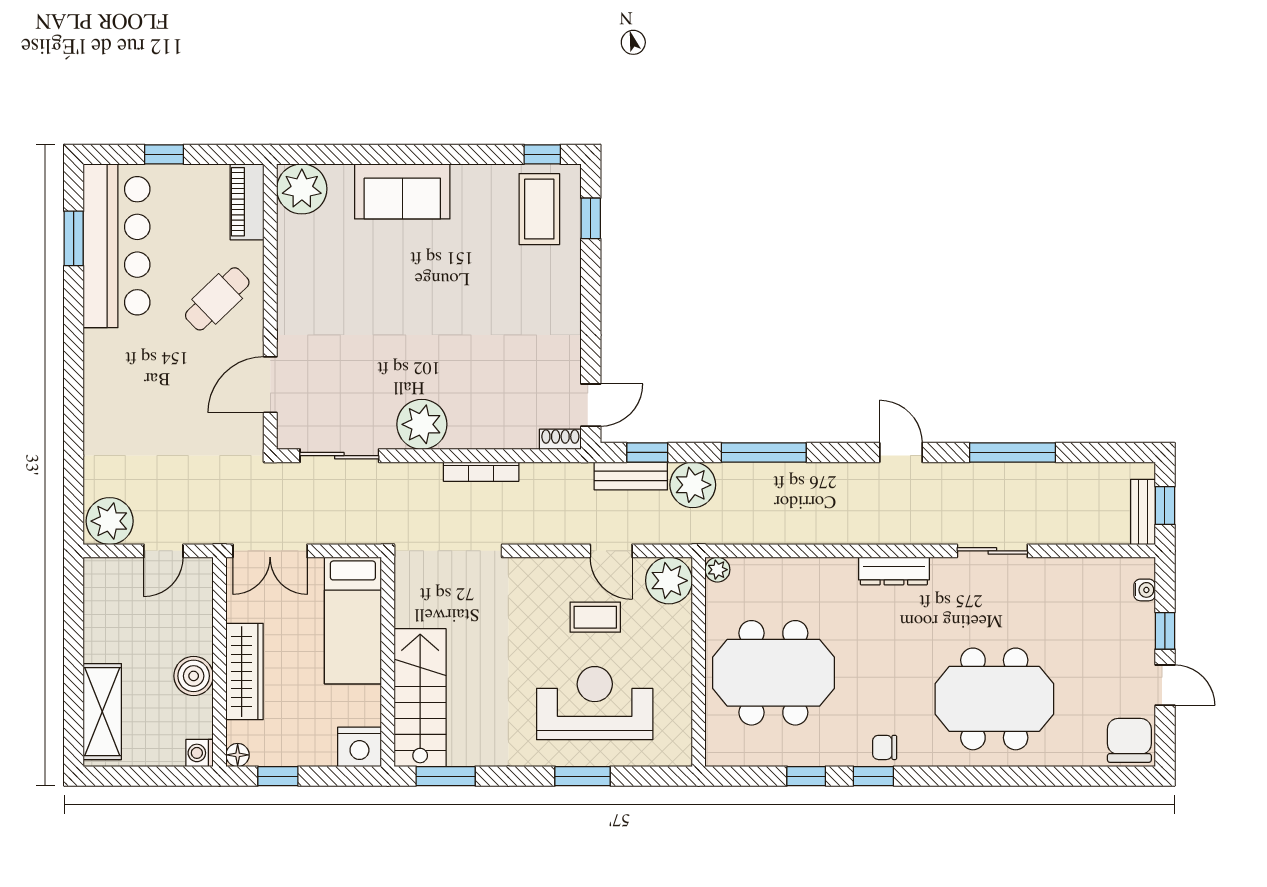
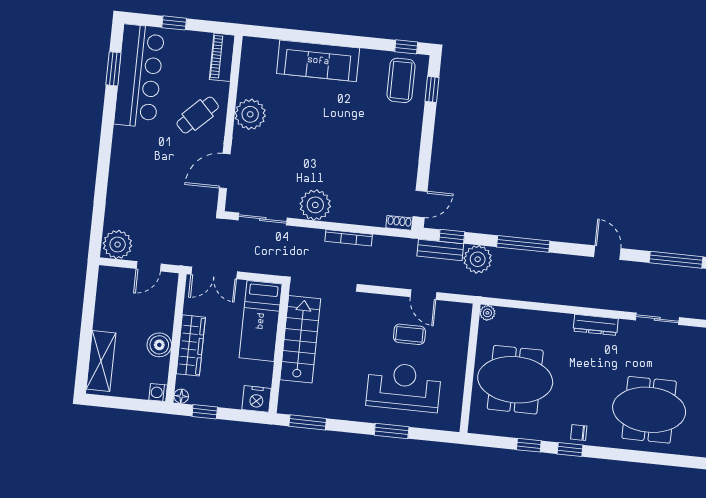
plant: (302, 189) -> (250, 114), moved
sofa: (402, 191) -> (318, 61), width x1.36
plant: (669, 581) -> (457, 316), removed
stairs: (420, 698) -> (300, 339), moved

